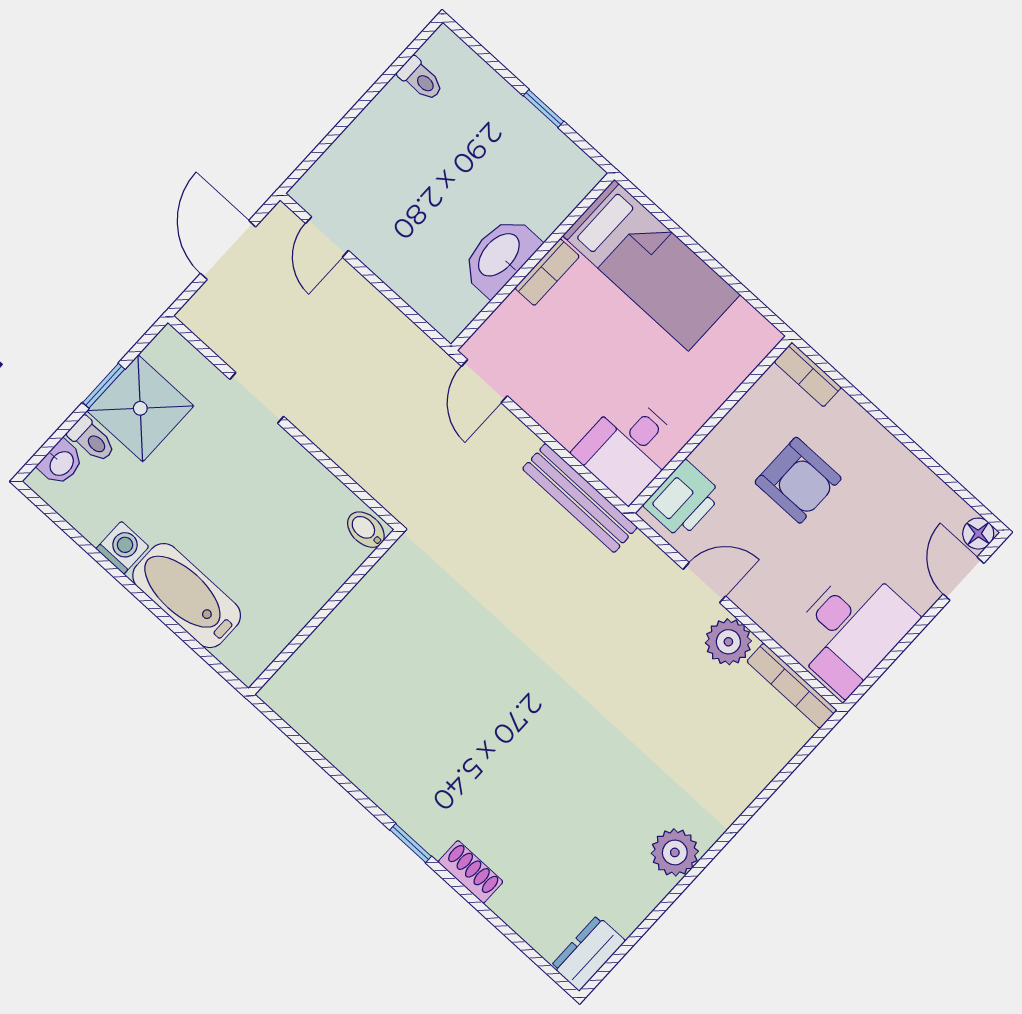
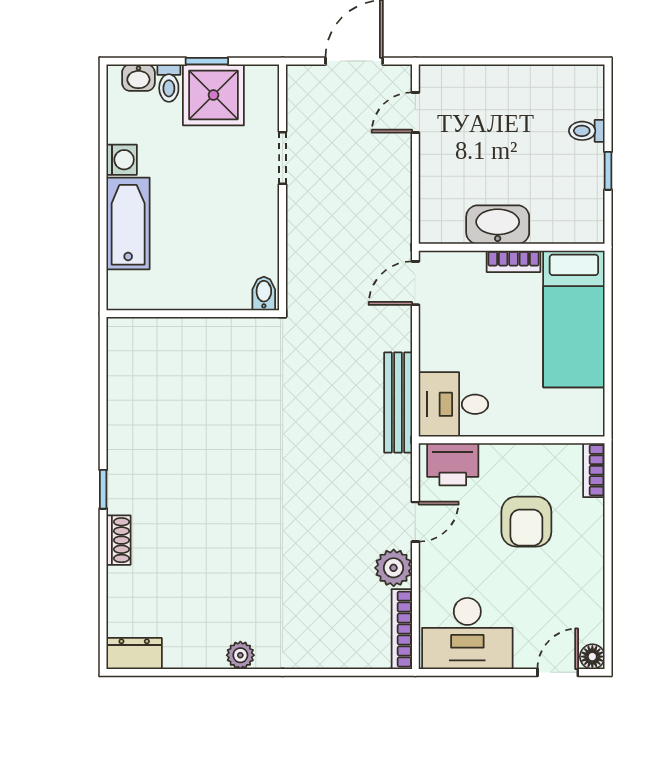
toilet: (421, 79) -> (587, 131), moved, turned 90
door: (704, 583) -> (415, 522), hinge flipped
plant: (675, 852) -> (240, 655), width x0.73, depth x0.73

